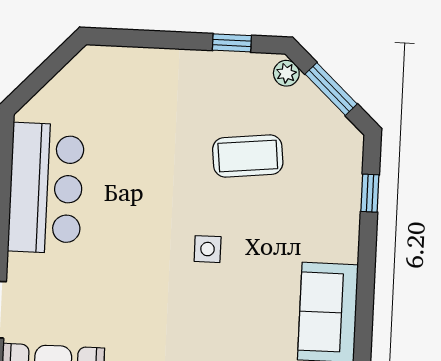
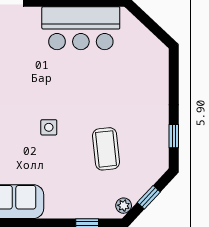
plant: (286, 73) -> (124, 206), moved
window: (331, 89) -> (149, 197), width x0.67

